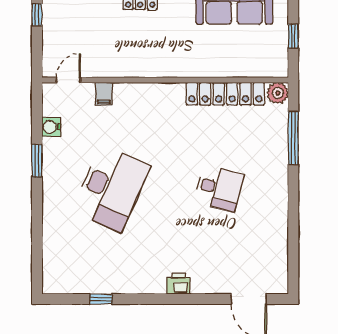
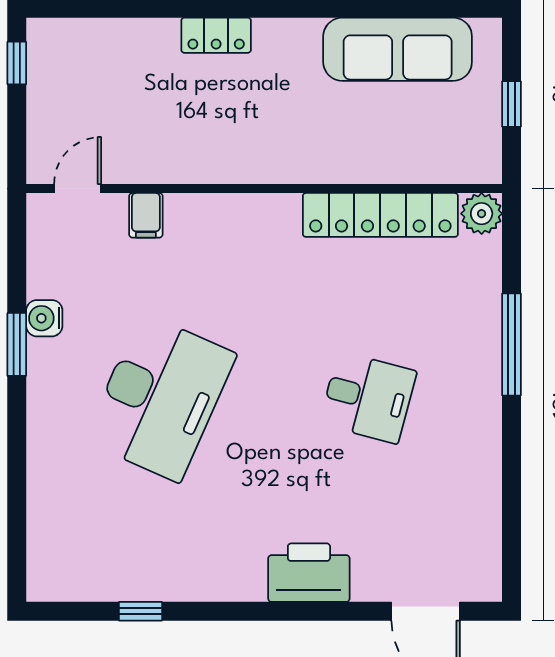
water cooler: (51, 127) -> (44, 318), moved
window: (293, 138) -> (511, 344), moved
printer: (179, 284) -> (309, 573), width x1.87, depth x1.48

